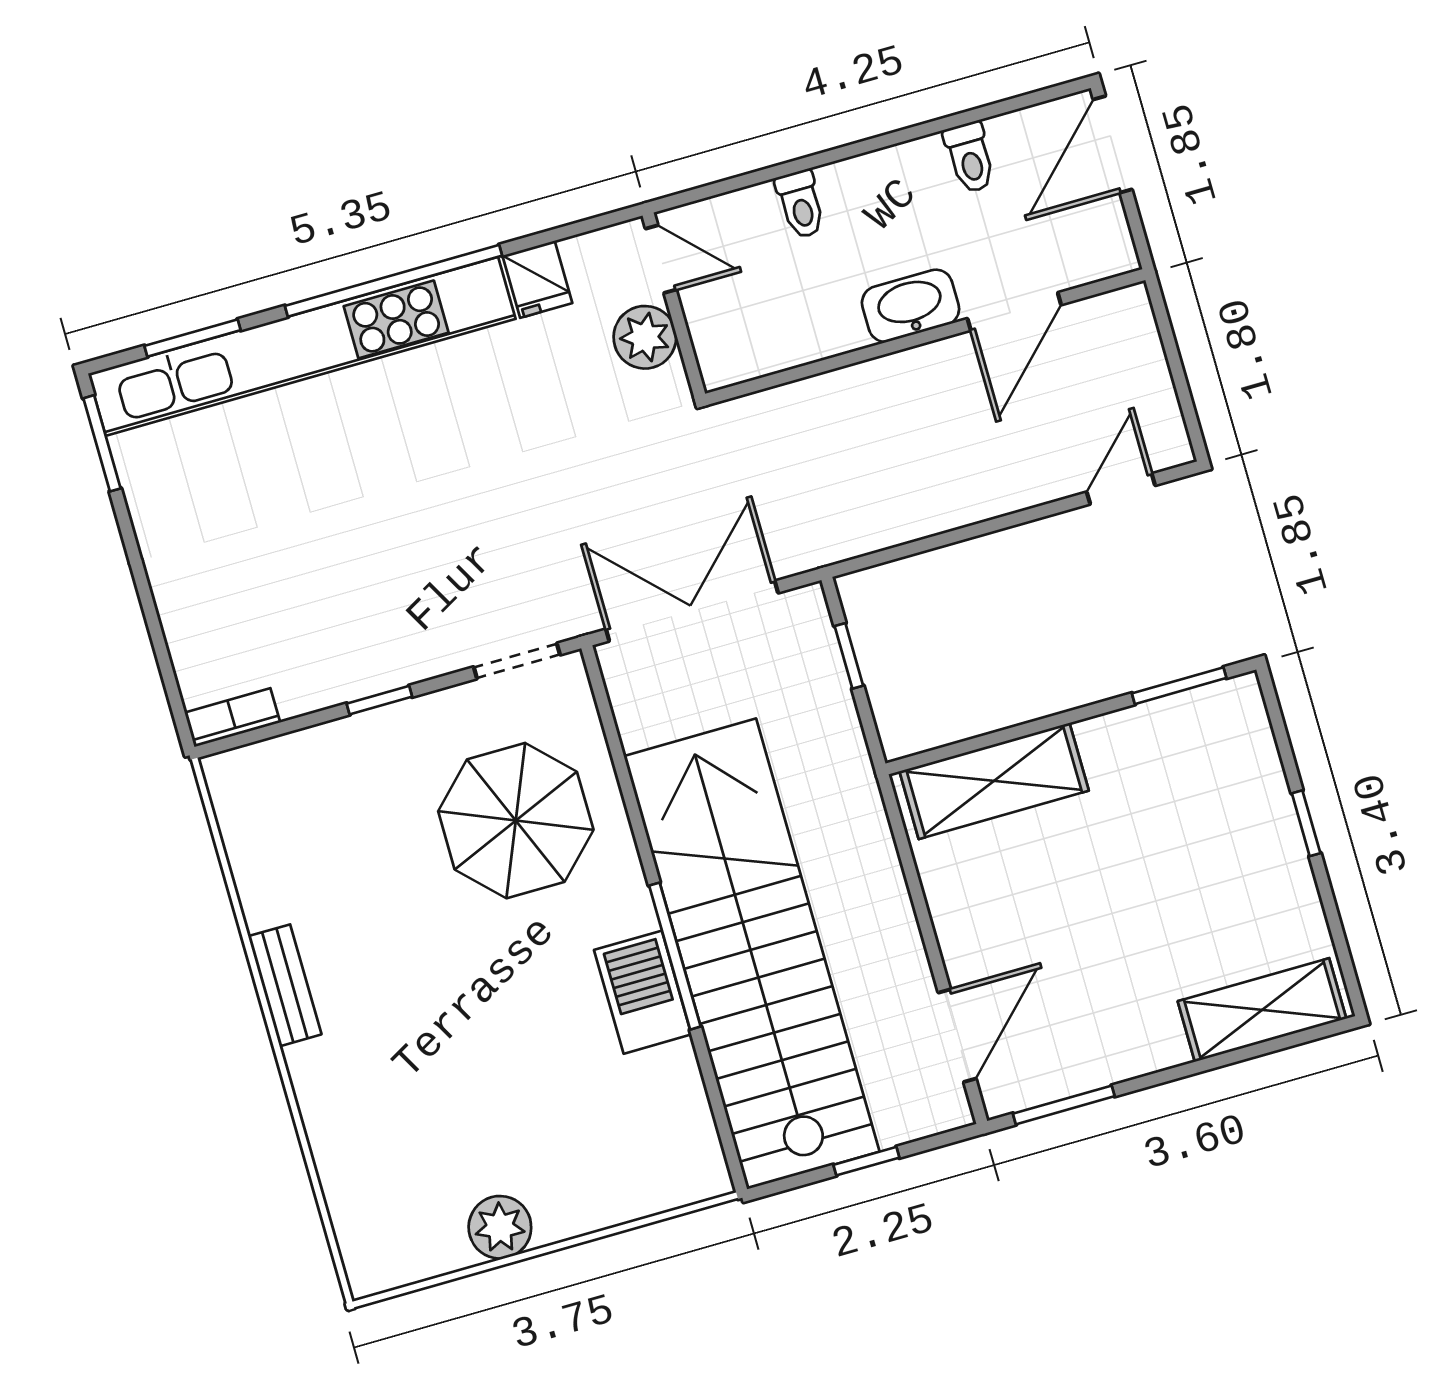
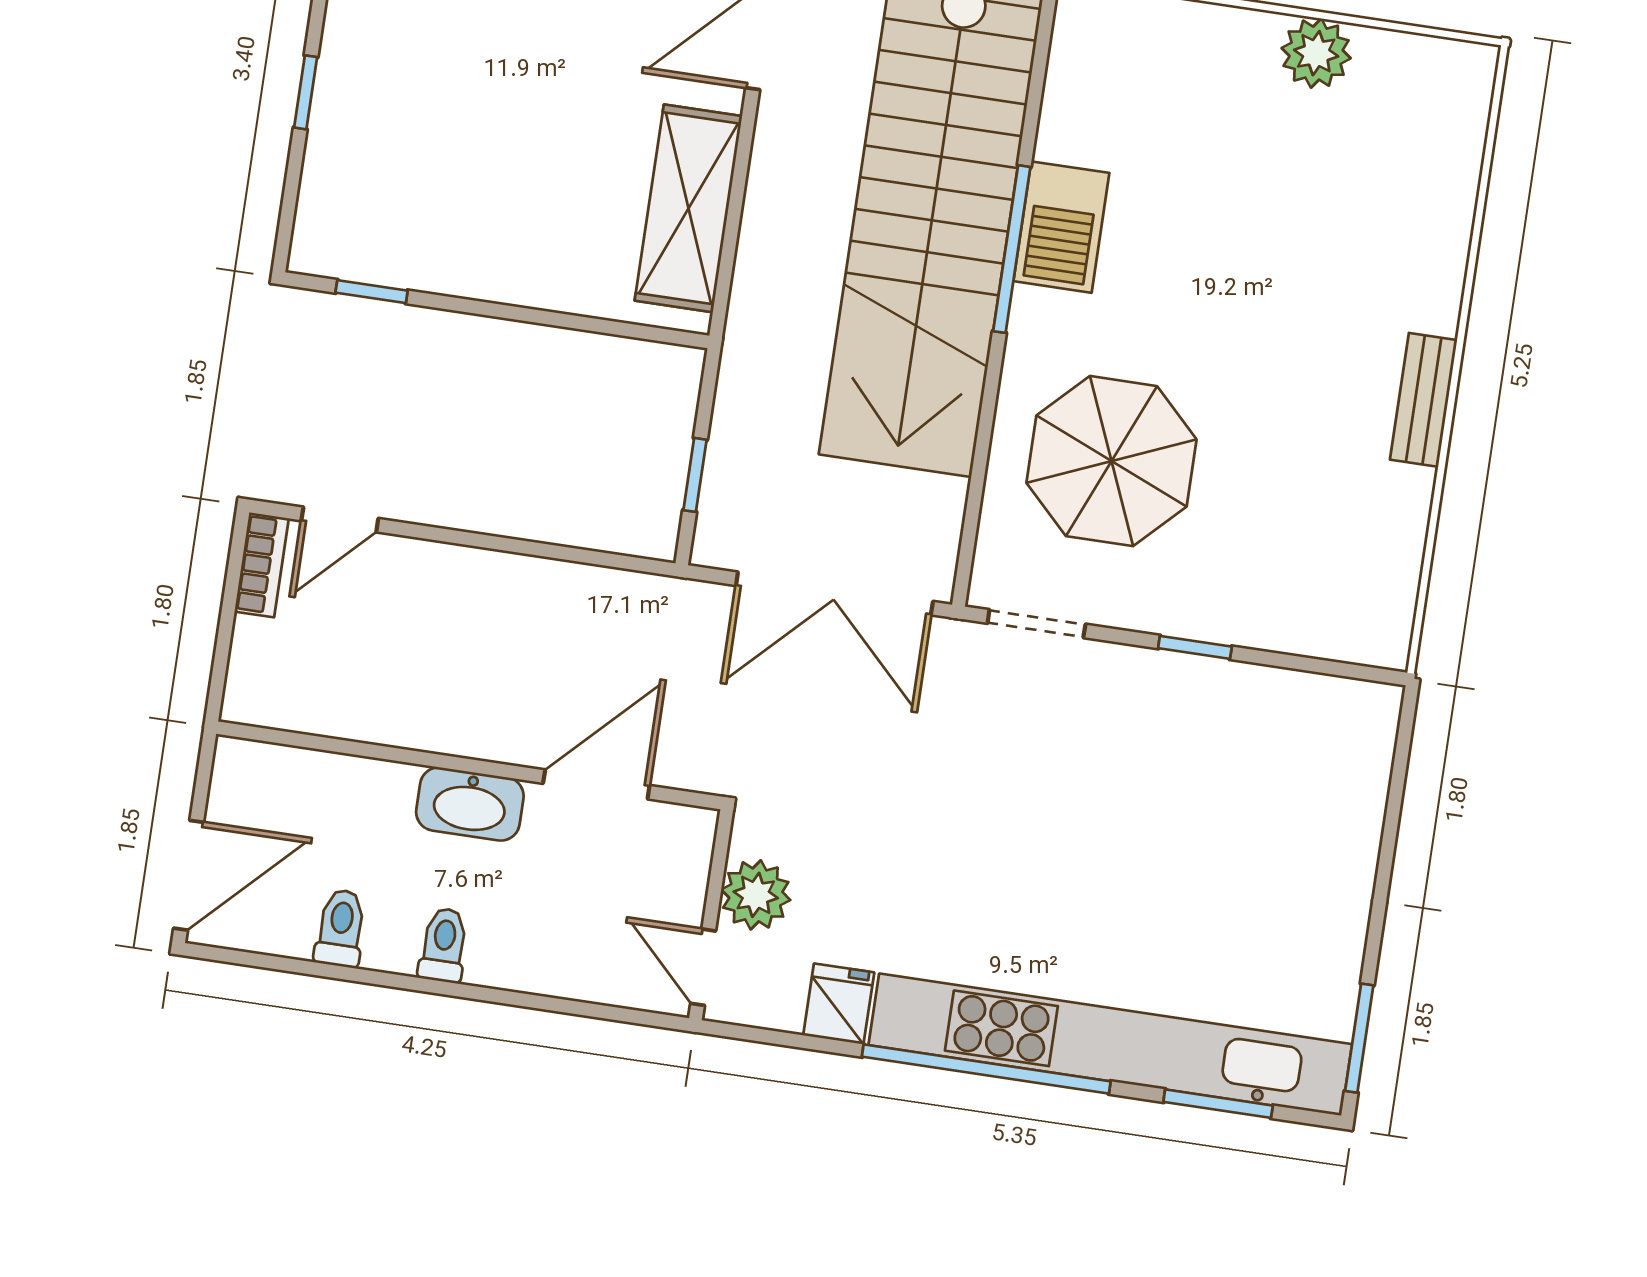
toilet: (801, 204) -> (444, 945), moved
door: (1014, 312) -> (596, 784), moved
window: (1179, 686) -> (372, 292), width x0.67
bookcase: (232, 718) -> (262, 565), moved, turned -90
shelving: (994, 781) -> (688, 208), moved, turned 90

